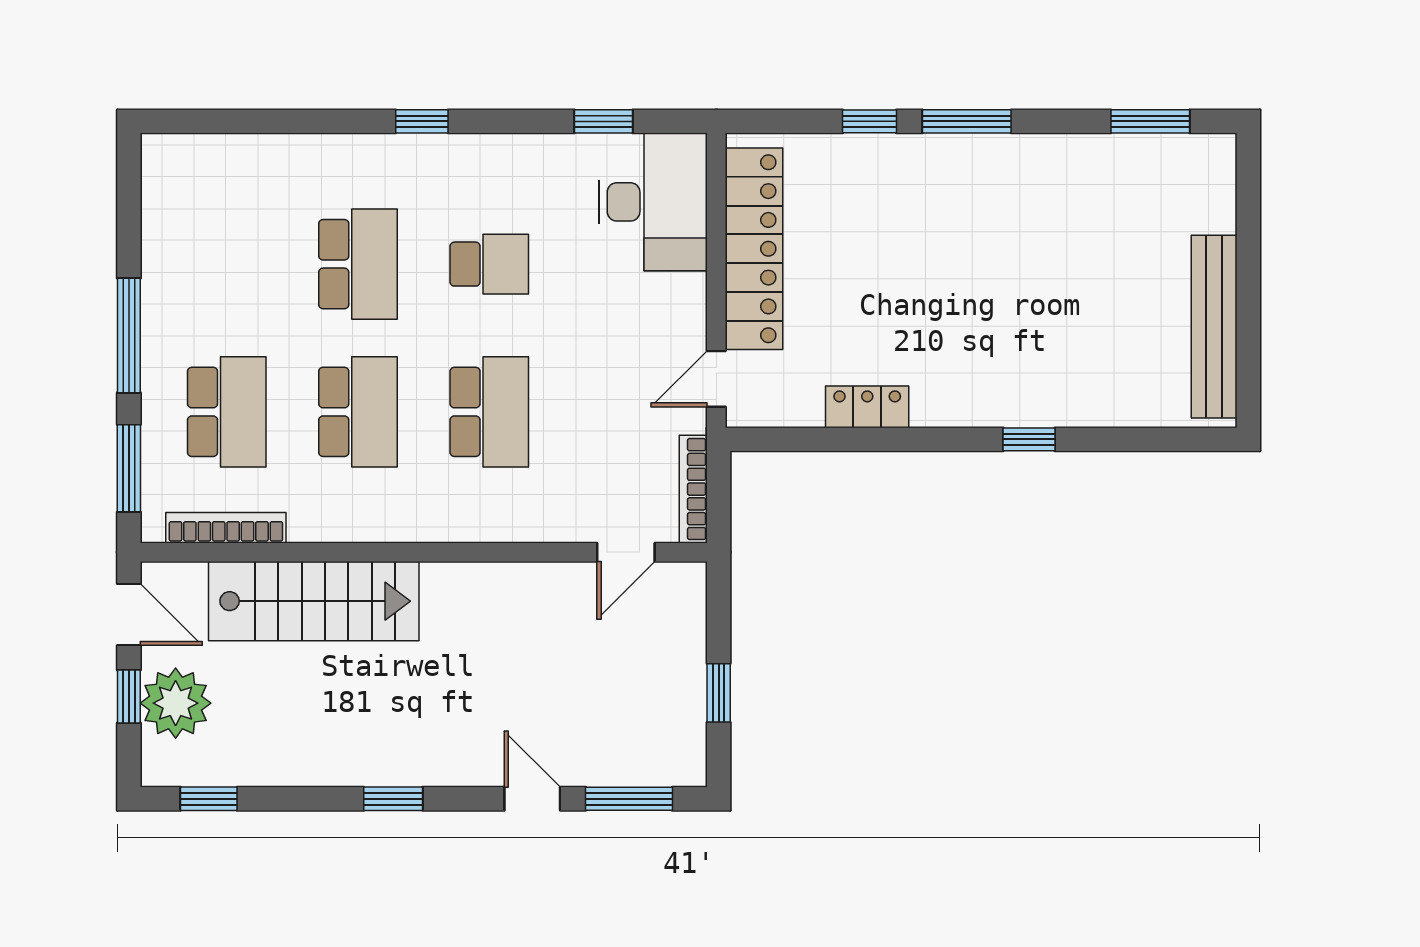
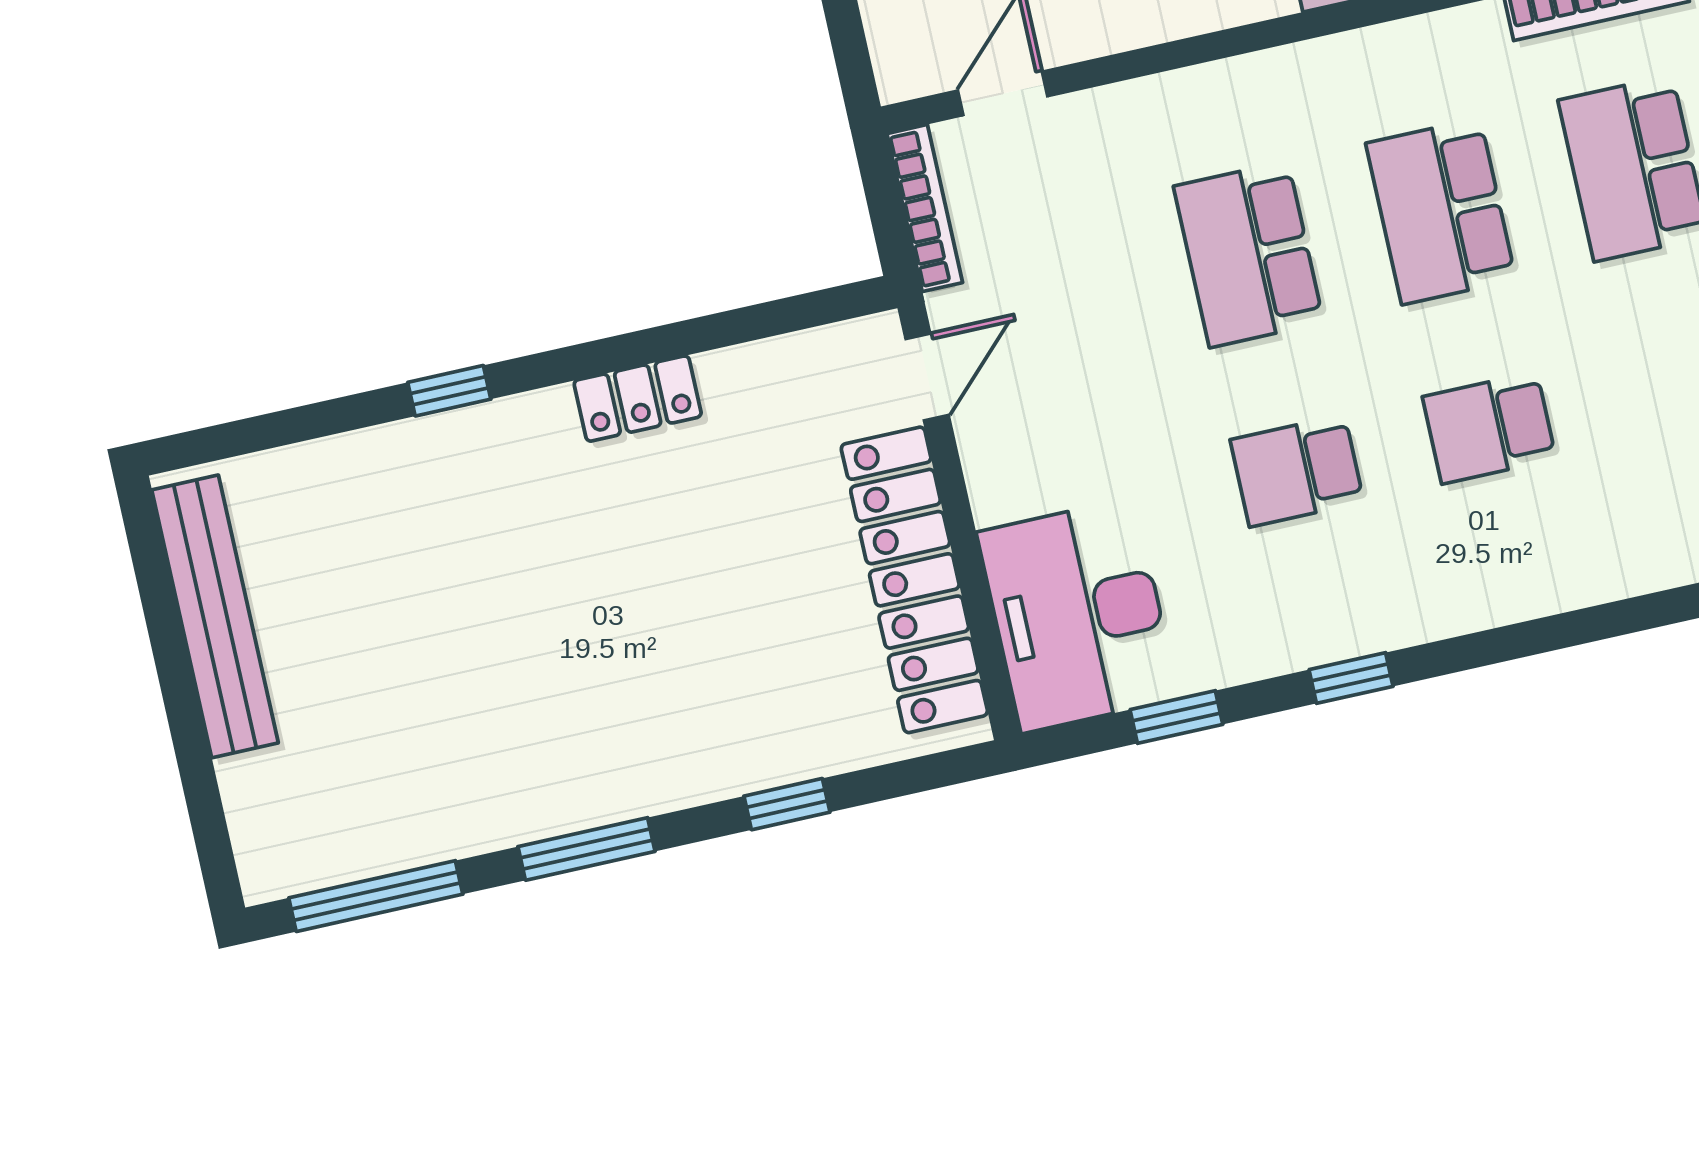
window: (422, 121) -> (1351, 678), moved
window: (967, 121) -> (587, 849), moved
window: (1150, 121) -> (376, 896), width x1.44
school desk: (358, 264) -> (1489, 428), width x0.54
locker: (867, 407) -> (638, 399), moved

